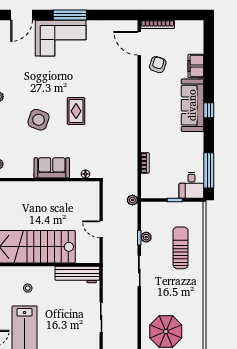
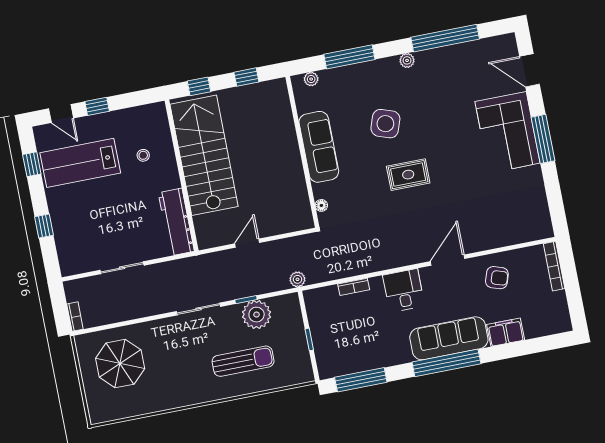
door: (139, 43) -> (448, 260), moved
window: (209, 110) -> (446, 363), width x3.17
sofa: (52, 168) -> (319, 147), width x1.36
desk: (191, 185) -> (404, 290), moved, turned 90
plant: (146, 237) -> (257, 315), width x1.87, depth x1.87

